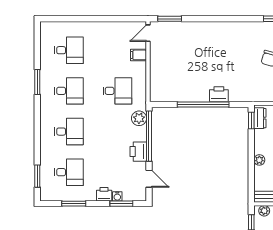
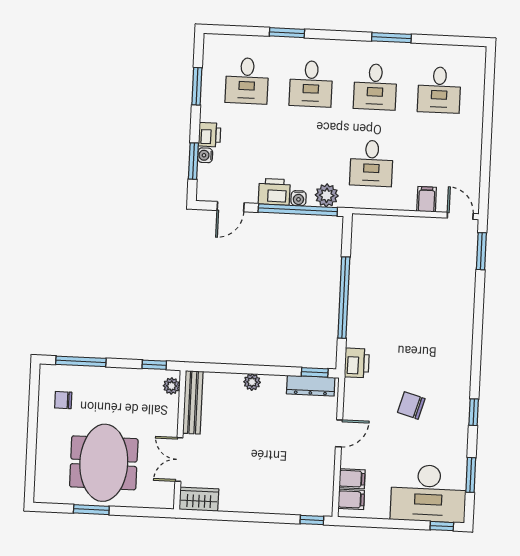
printer: (219, 94) -> (357, 363), moved
dresser: (260, 118) -> (311, 386), width x1.44
water cooler: (142, 136) -> (299, 198), added
window: (37, 176) -> (287, 33), moved

